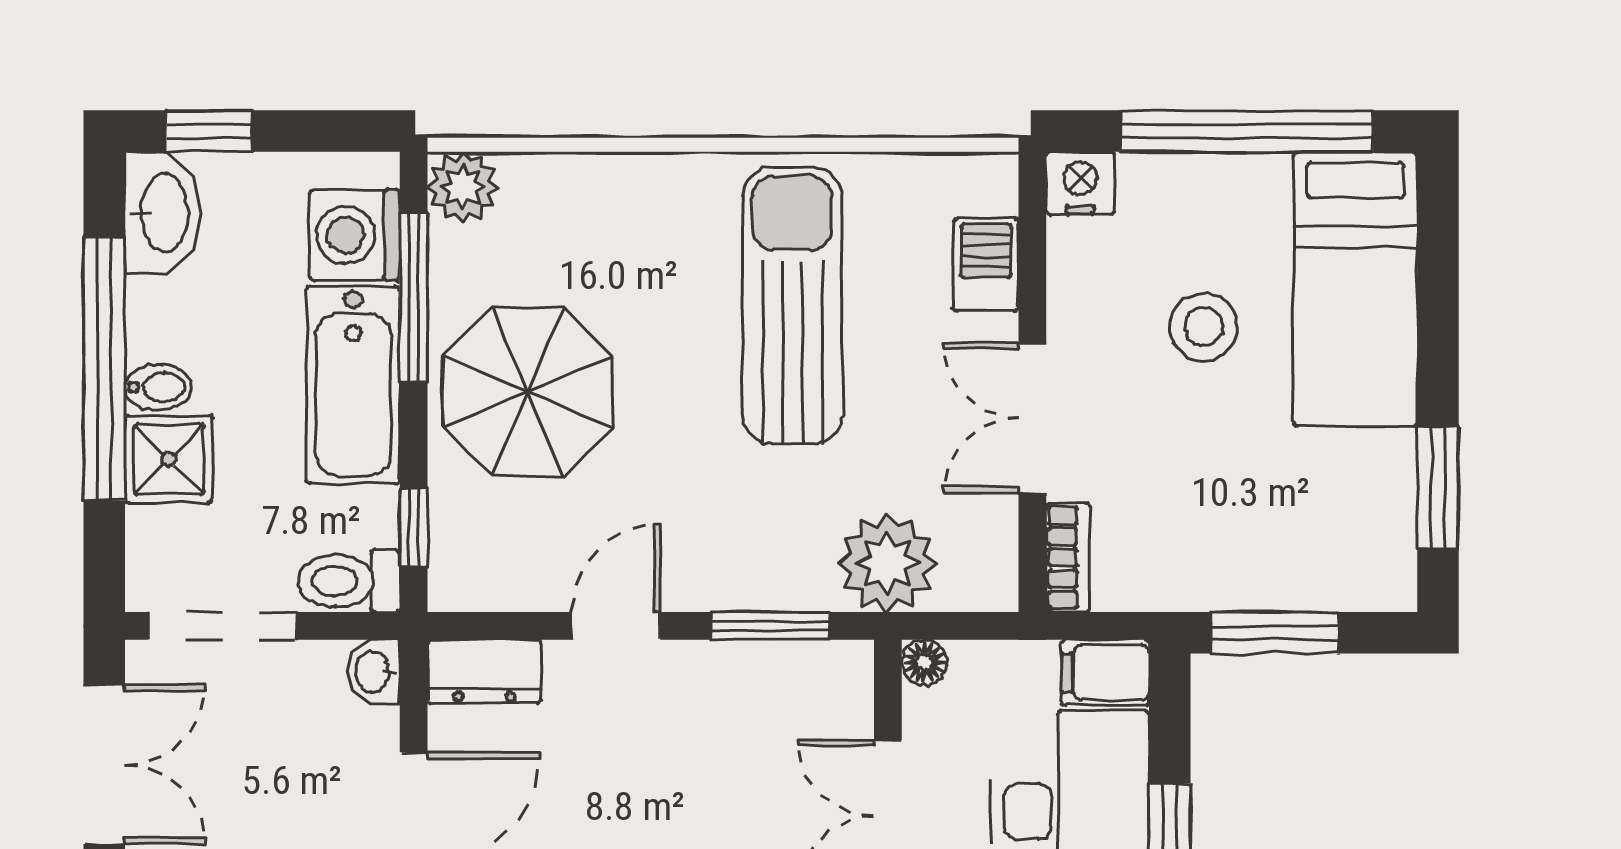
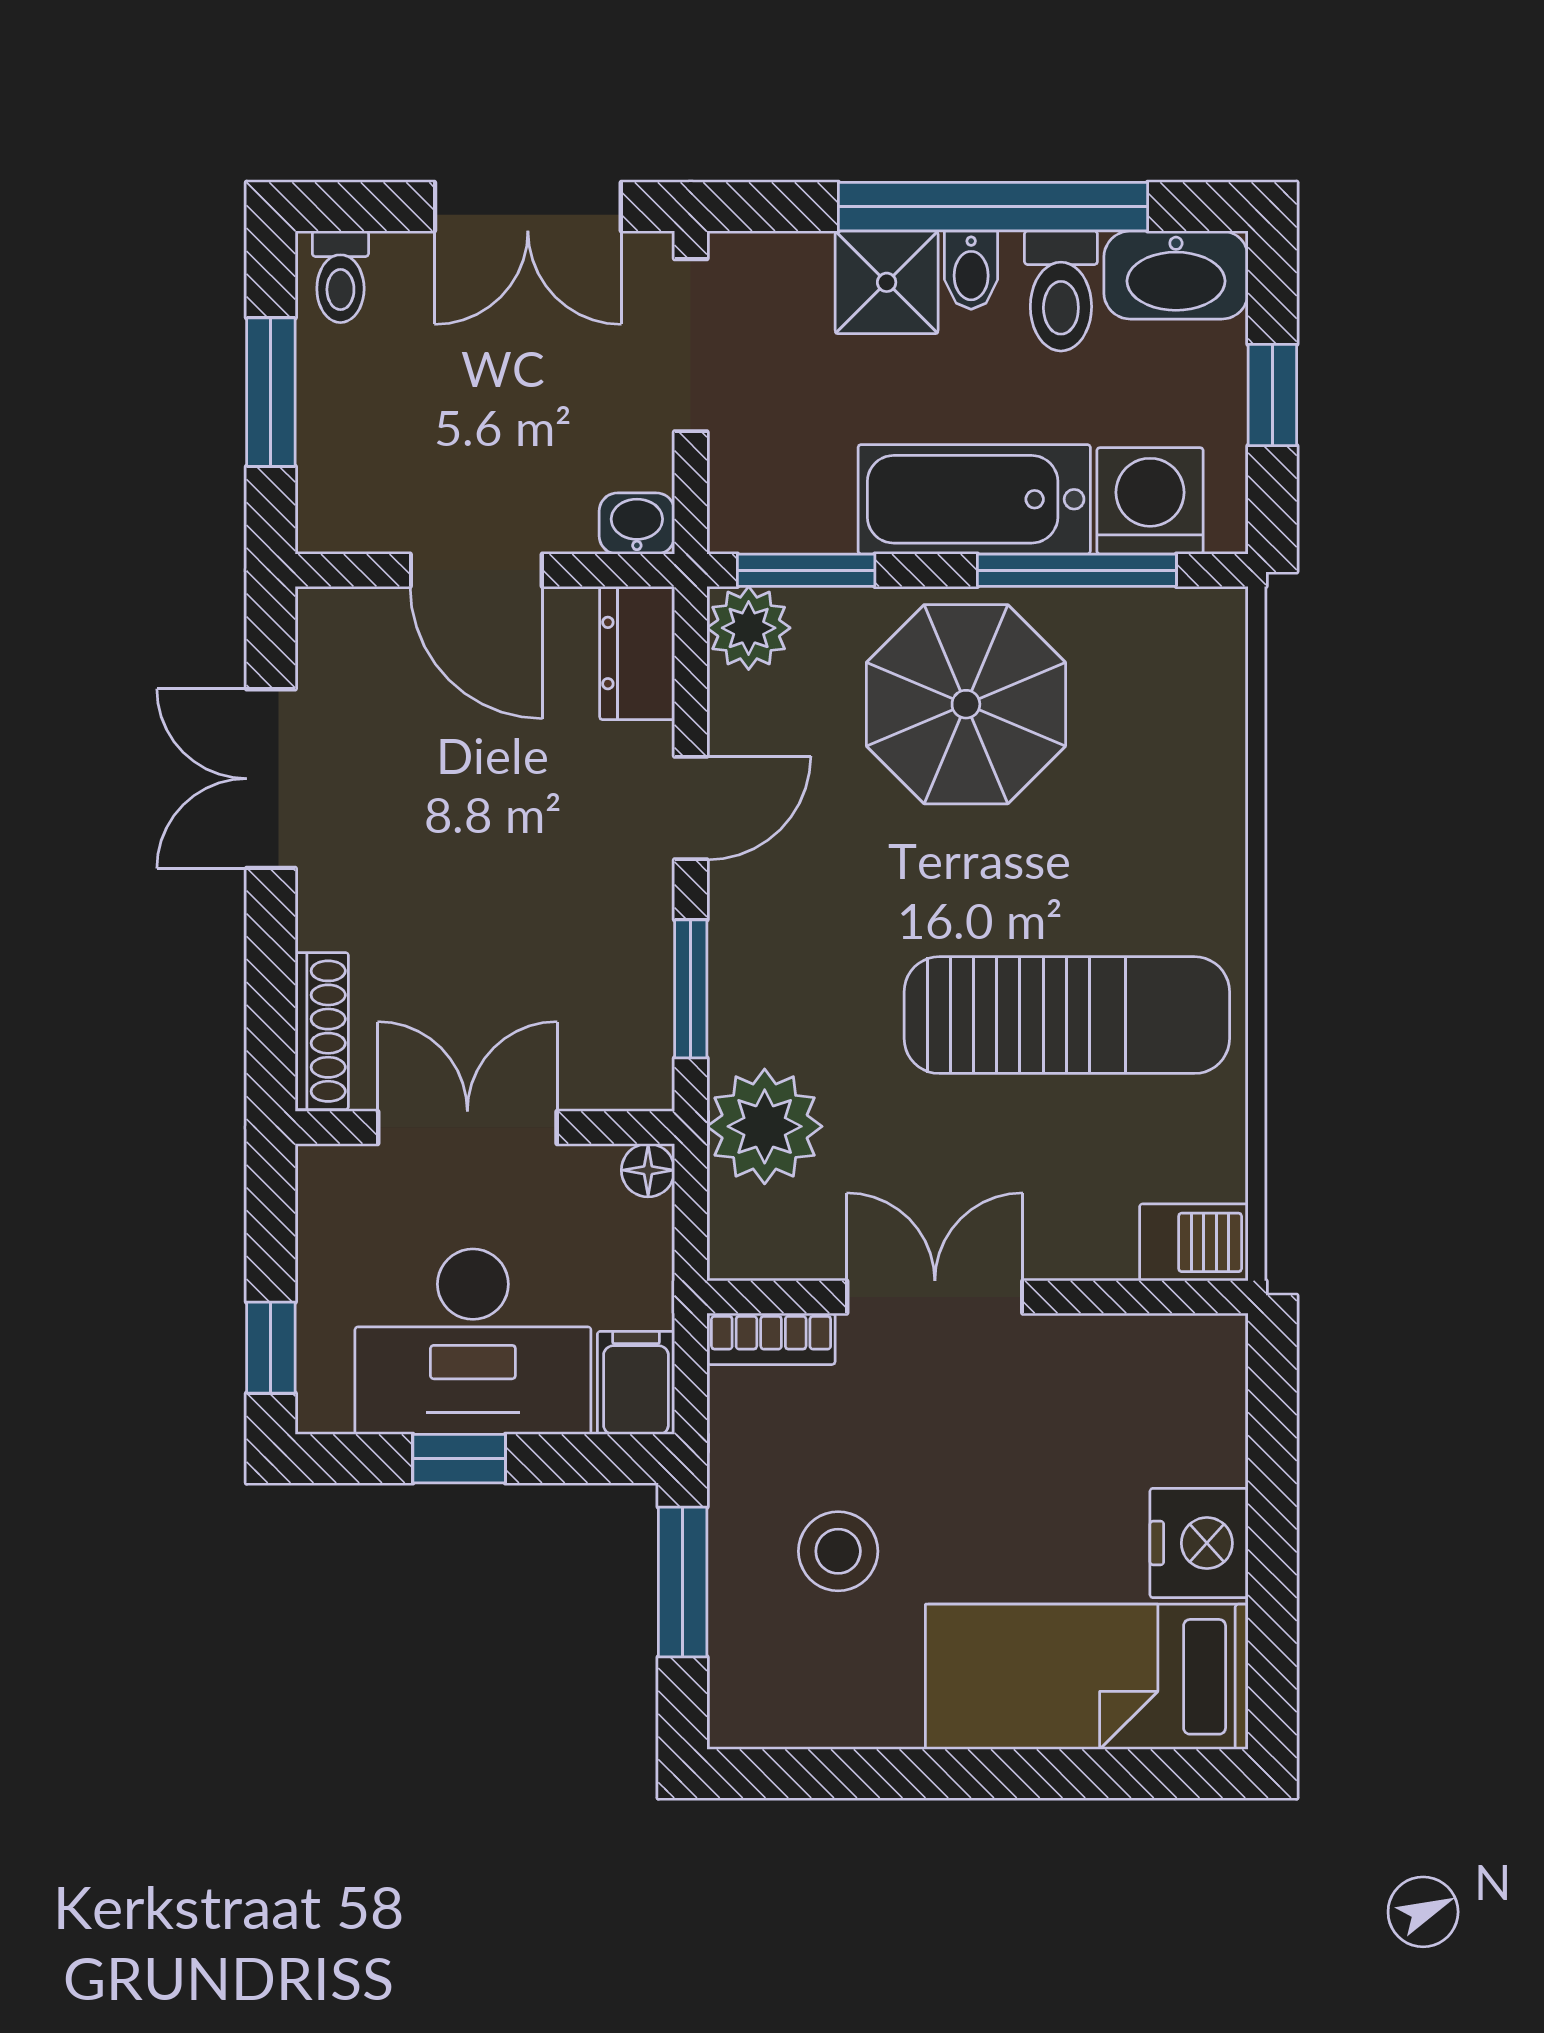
window: (209, 131) -> (1272, 395), moved
window: (1247, 131) -> (1272, 1549), removed
nightstand: (1080, 183) -> (1199, 1543), moved, width x1.36, depth x1.33
plant: (463, 187) -> (749, 628), moved
barbecue: (986, 265) -> (1194, 1242), moved
stool: (1204, 327) -> (838, 1551), moved
window: (1438, 488) -> (853, 1774), removed
window: (414, 528) -> (806, 570), width x1.50
toilet: (349, 581) -> (1061, 291), moved, turned 180
door: (616, 626) -> (691, 808), hinge flipped

